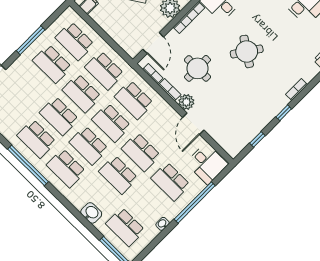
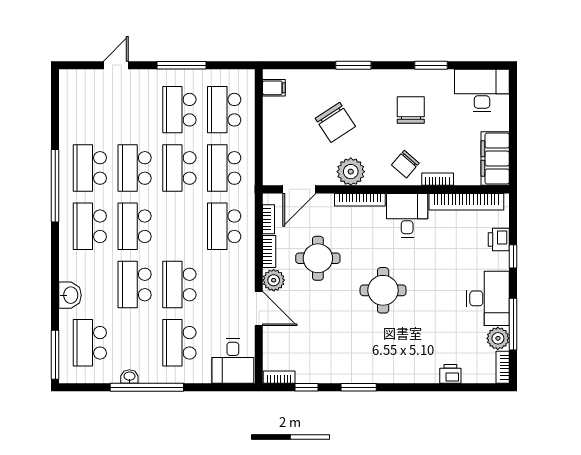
round table: (247, 51) -> (383, 290), turned -34
bookcase: (297, 89) -> (279, 377), moved
window: (284, 113) -> (359, 387), width x1.50
school desk: (111, 123) -> (179, 226), removed
door: (193, 124) -> (259, 308), swing flipped
window: (195, 202) -> (147, 387), moved

